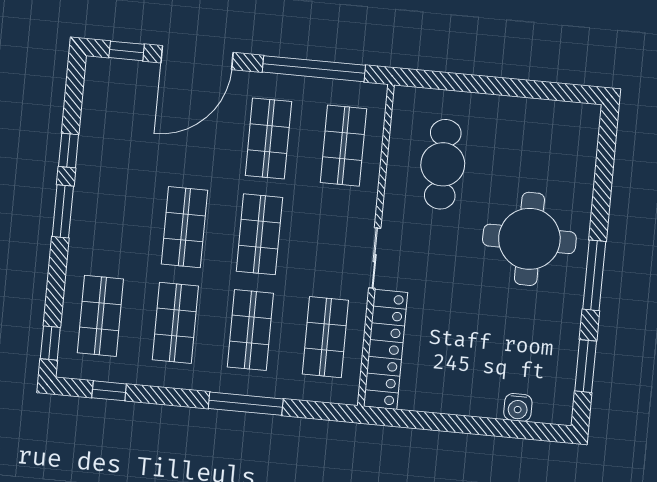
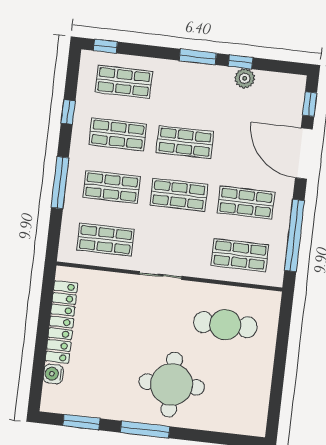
plant: (92, 144) -> (245, 78), added
locker: (386, 349) -> (62, 322), moved, turned -90
window: (109, 391) -> (68, 112), moved

